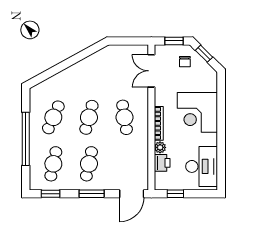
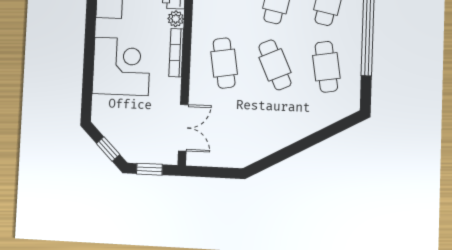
chair: (185, 62) -> (136, 139), removed
cafe table: (53, 117) -> (326, 67), turned -33
cafe table: (89, 117) -> (275, 65), turned -39

